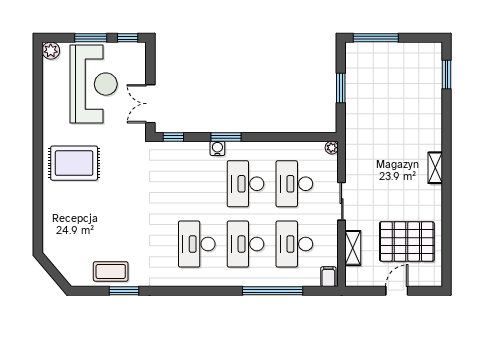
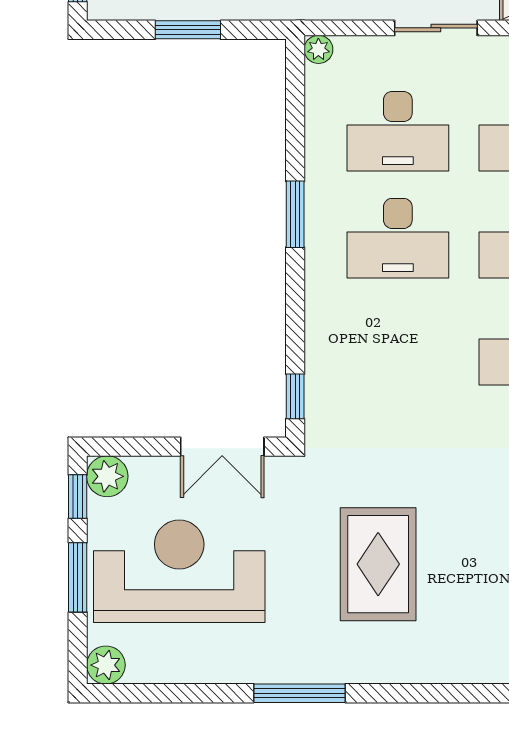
plant: (137, 51) -> (107, 476), added
window: (226, 137) -> (295, 214), moved
window: (38, 139) -> (300, 693), added
water cooler: (217, 148) -> (320, 300), removed
rug: (74, 163) -> (378, 564), moved

